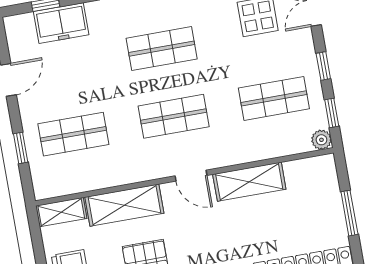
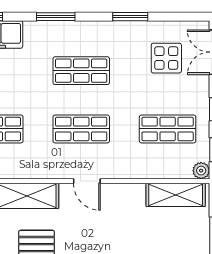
shelving: (249, 182) -> (176, 195), moved

